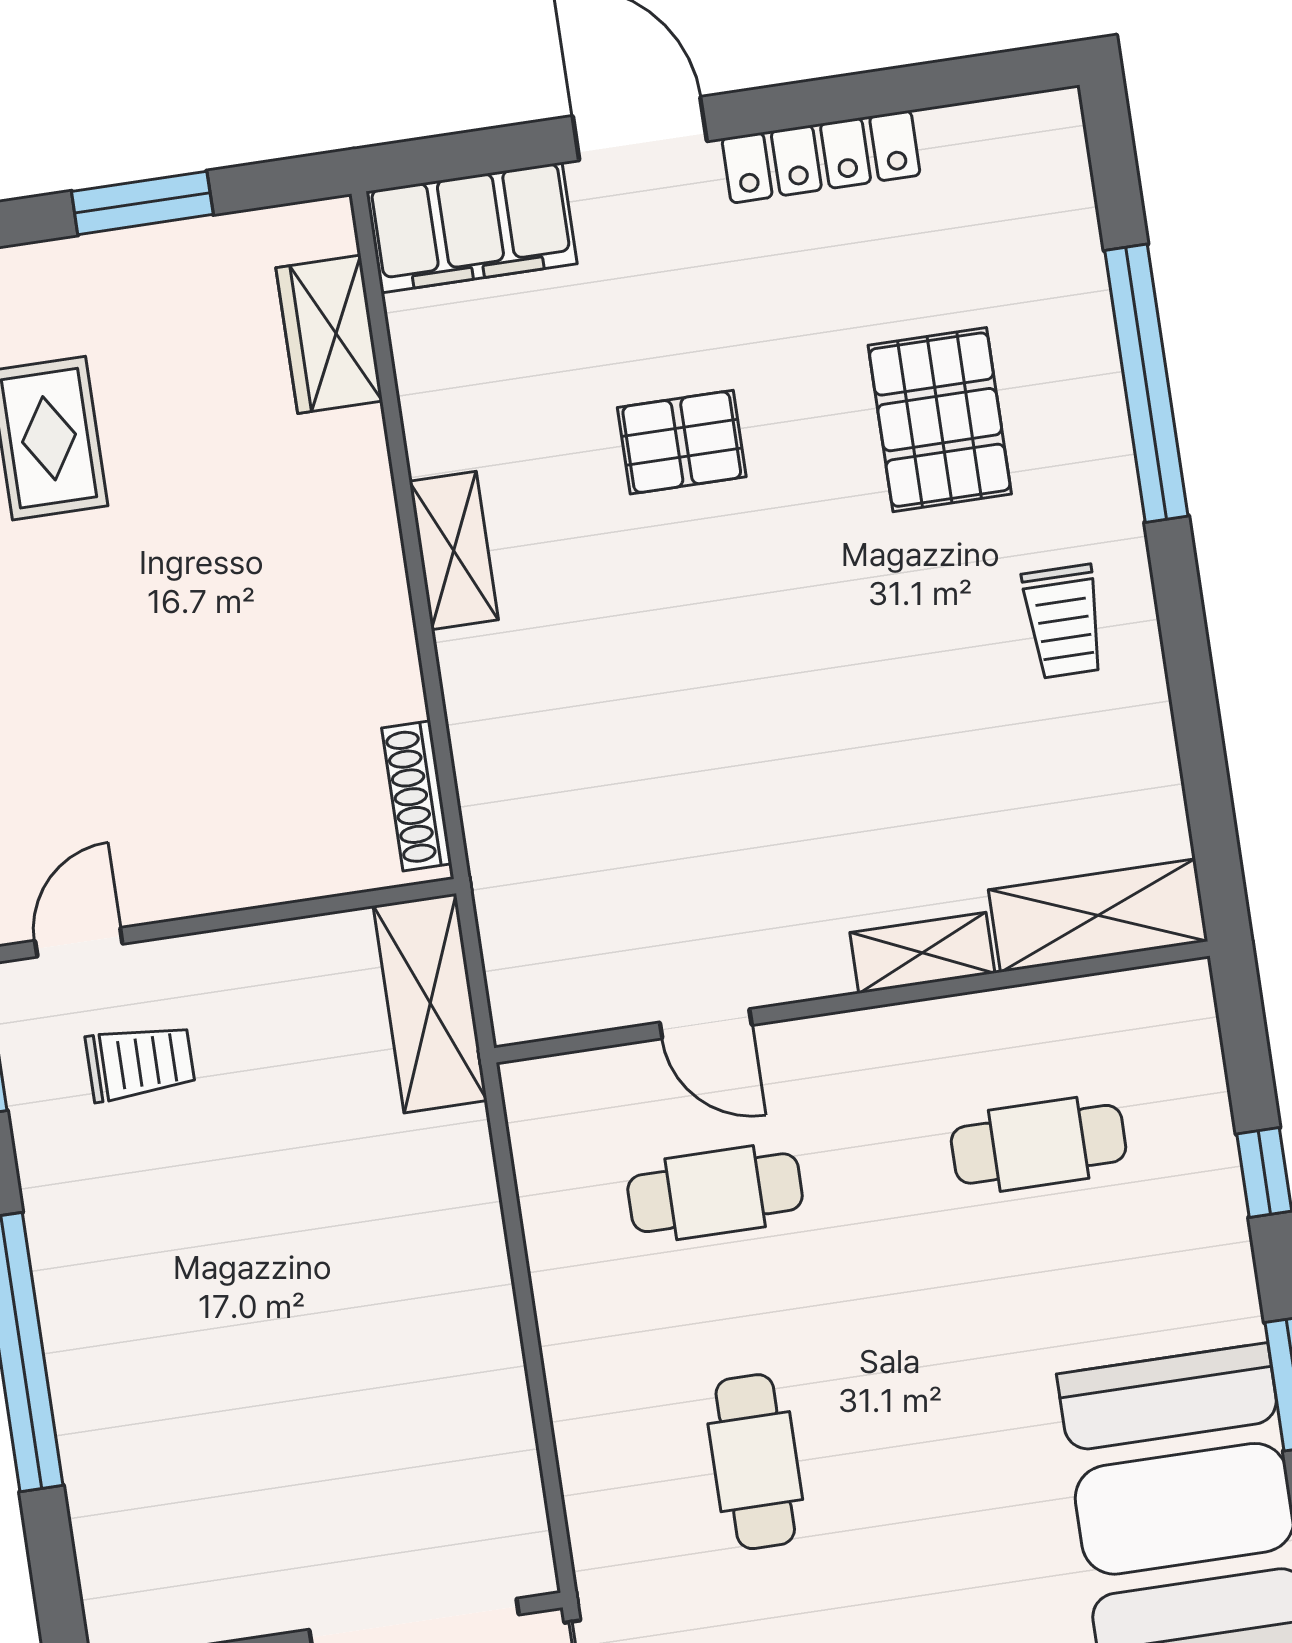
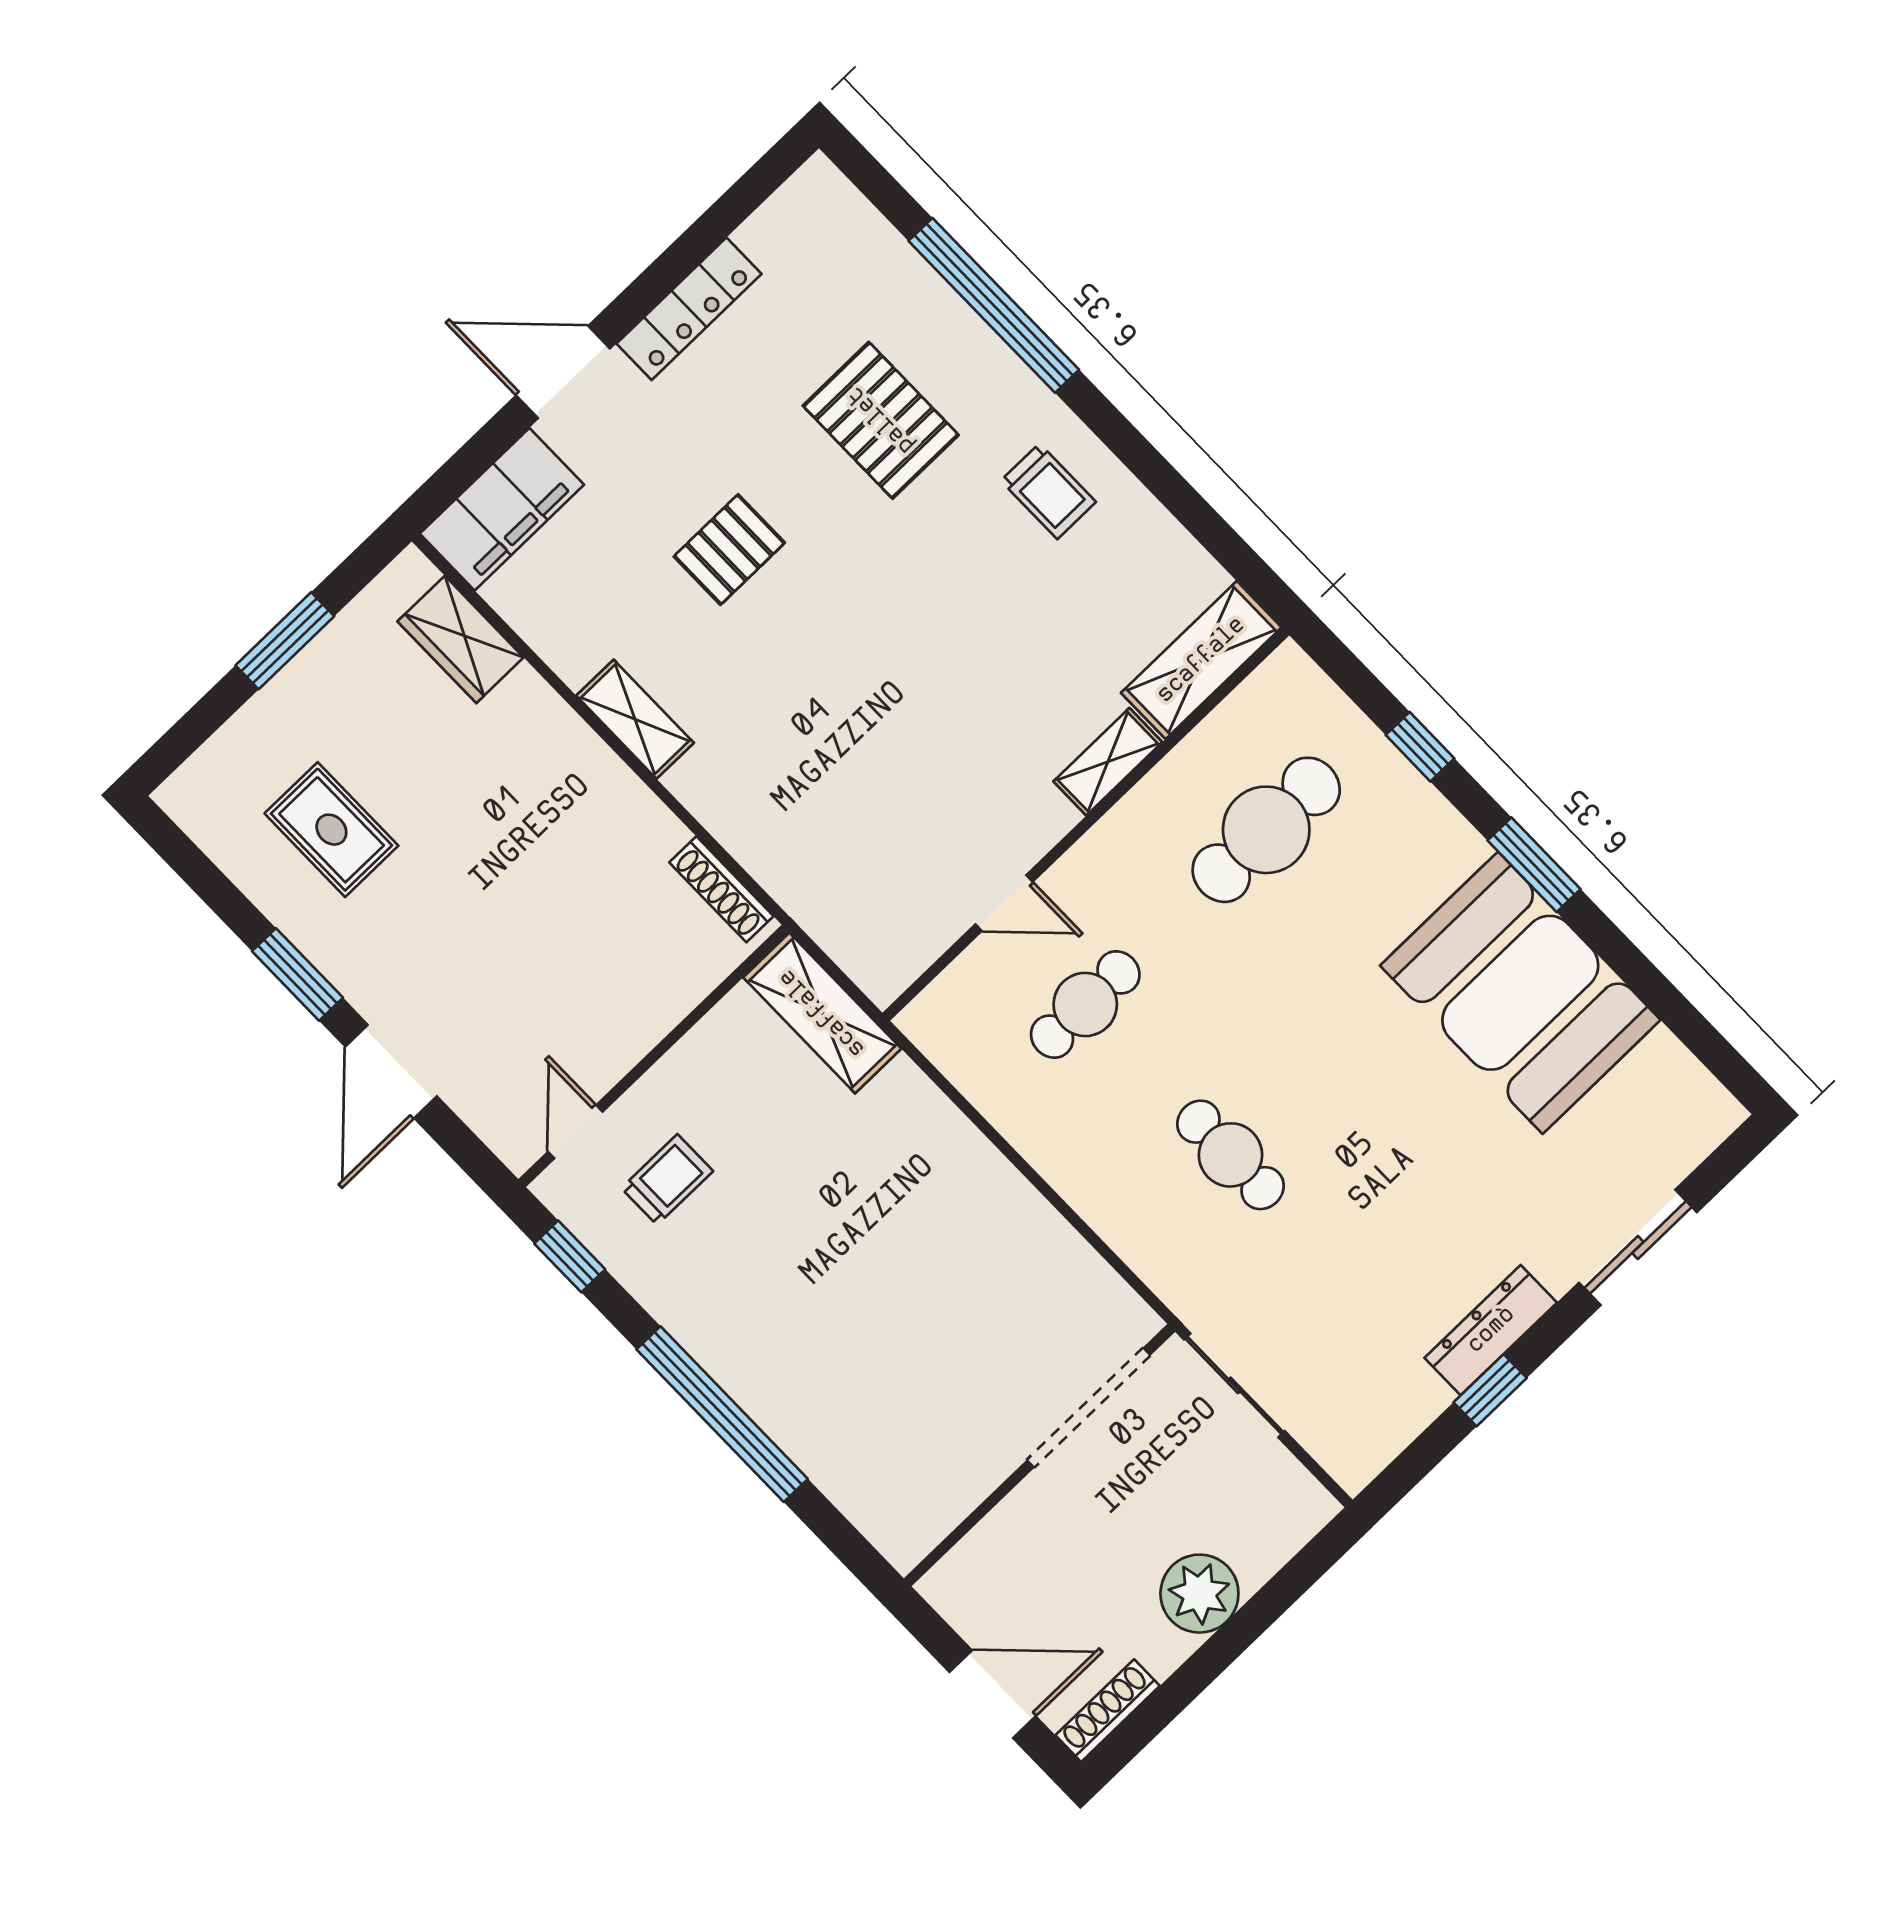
cafe table: (1039, 1144) -> (1266, 830), width x1.37, depth x1.35

